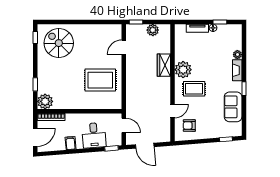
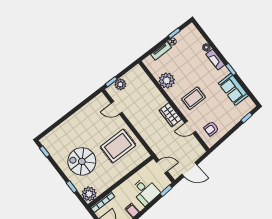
plant: (153, 30) -> (120, 84), moved
spiral stairs: (59, 43) -> (82, 161), moved
door: (124, 47) -> (117, 108), hinge flipped
wardrobe: (164, 65) -> (170, 115), moved
plant: (183, 70) -> (167, 80), moved
door: (173, 111) -> (190, 127), swing flipped

